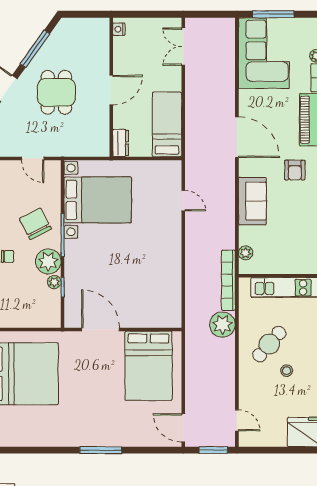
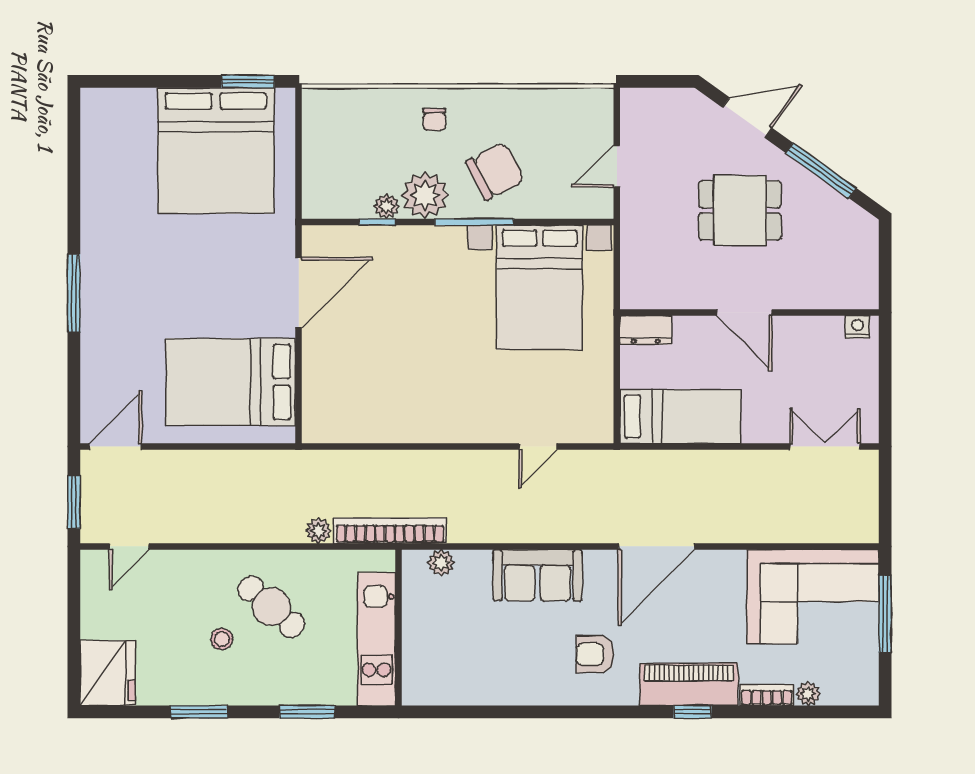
plant: (222, 325) -> (319, 531), width x0.53, depth x0.53

